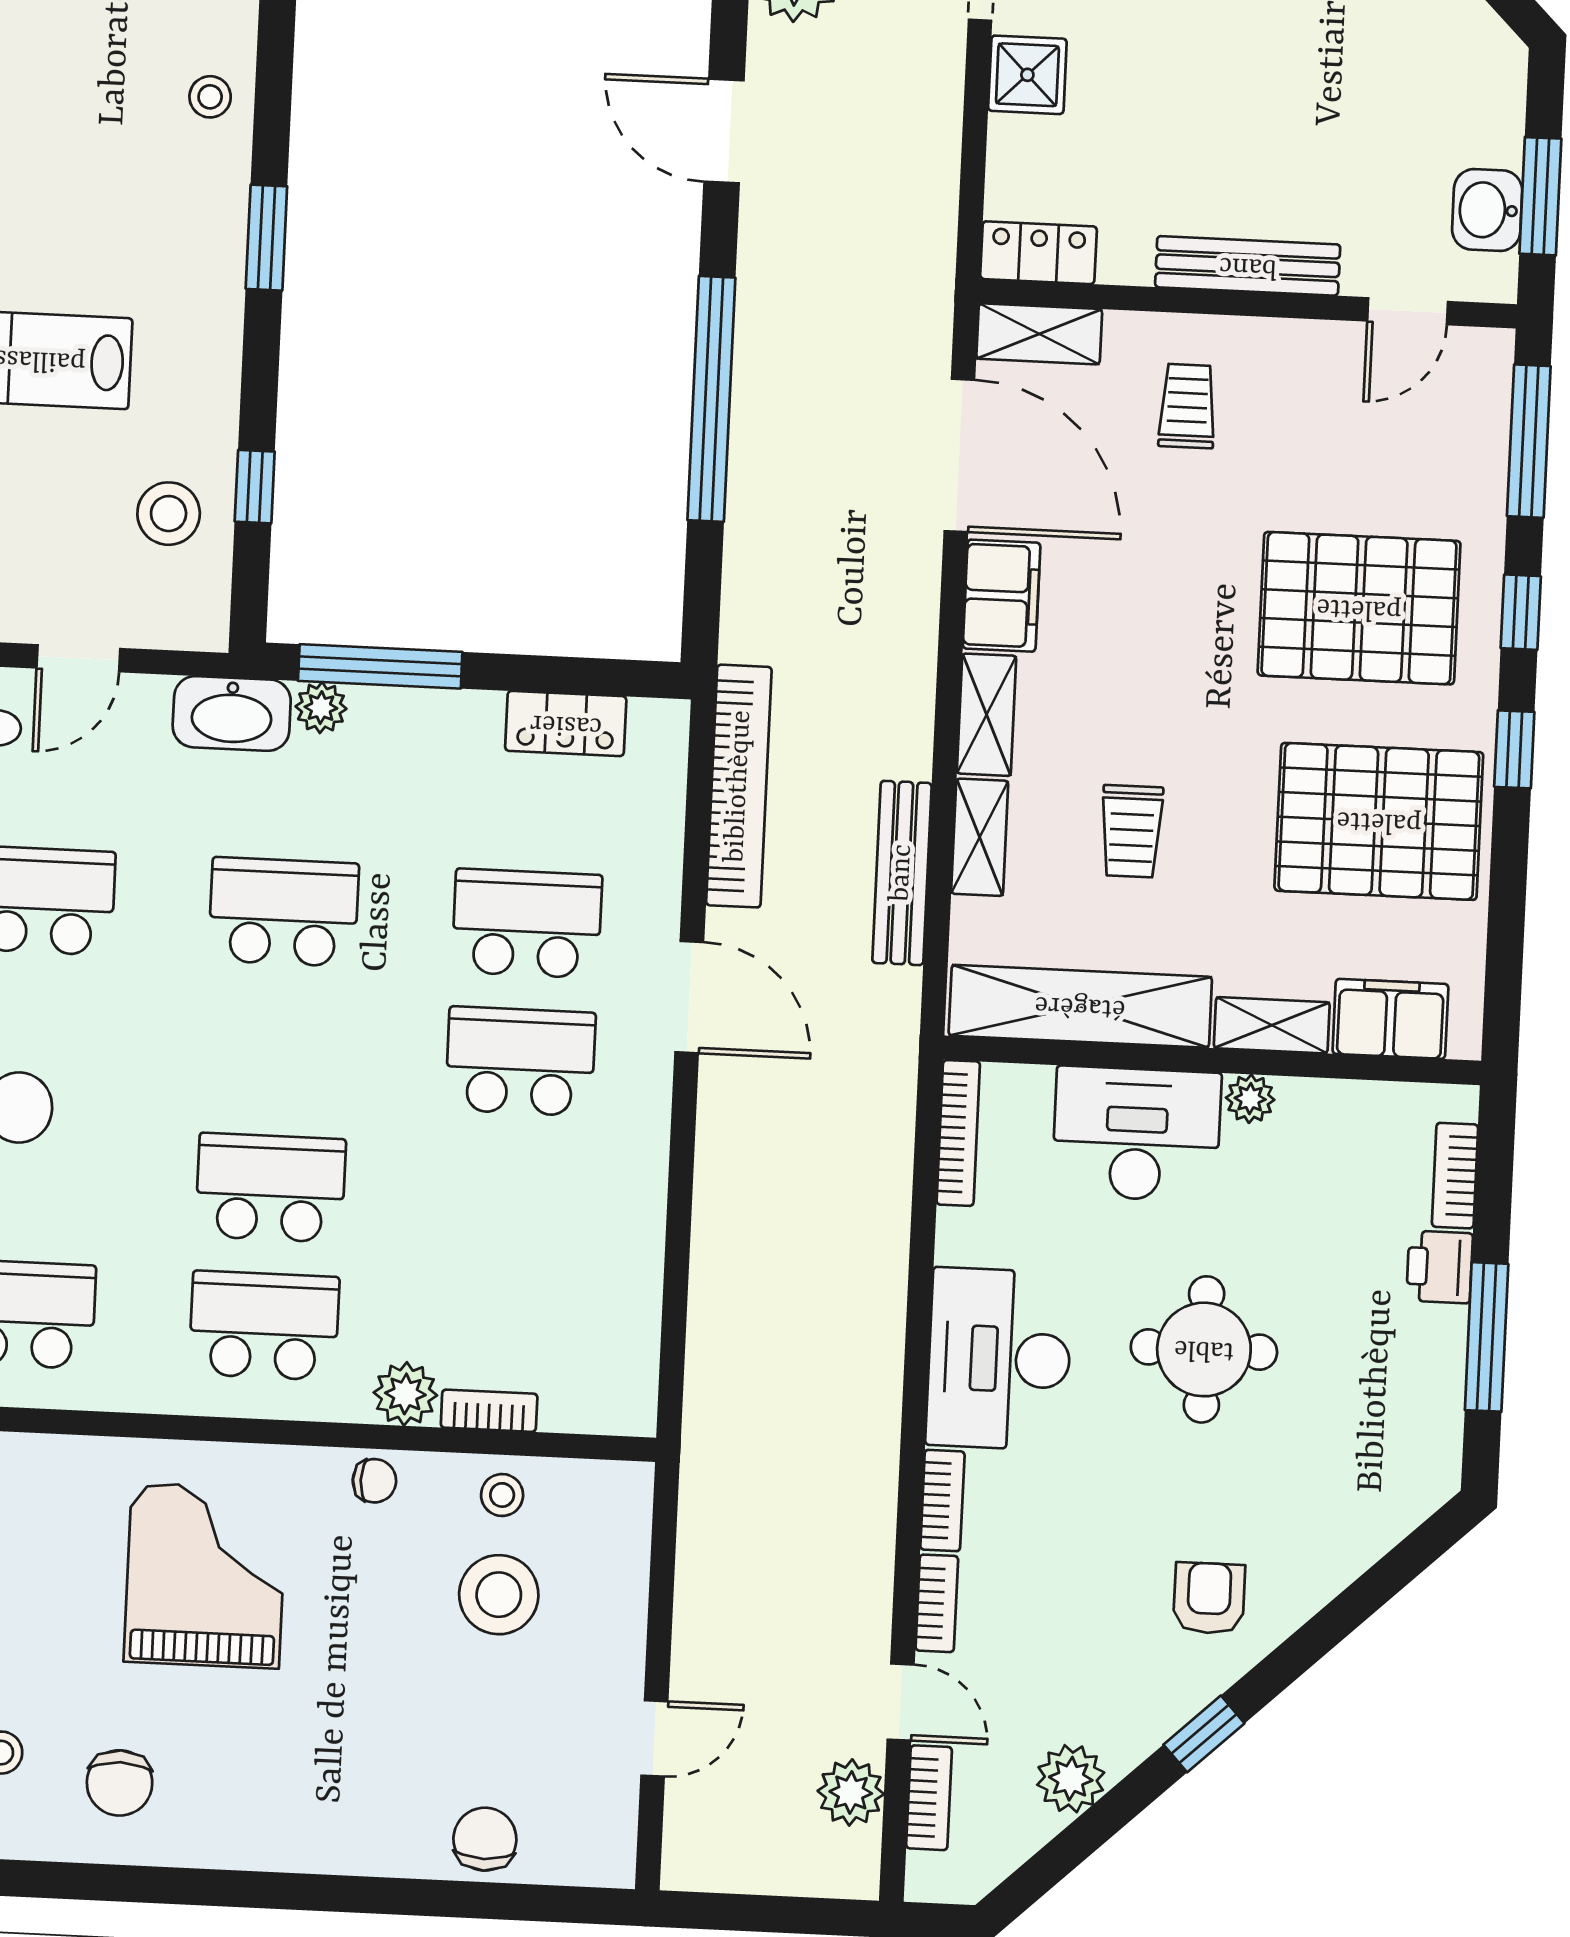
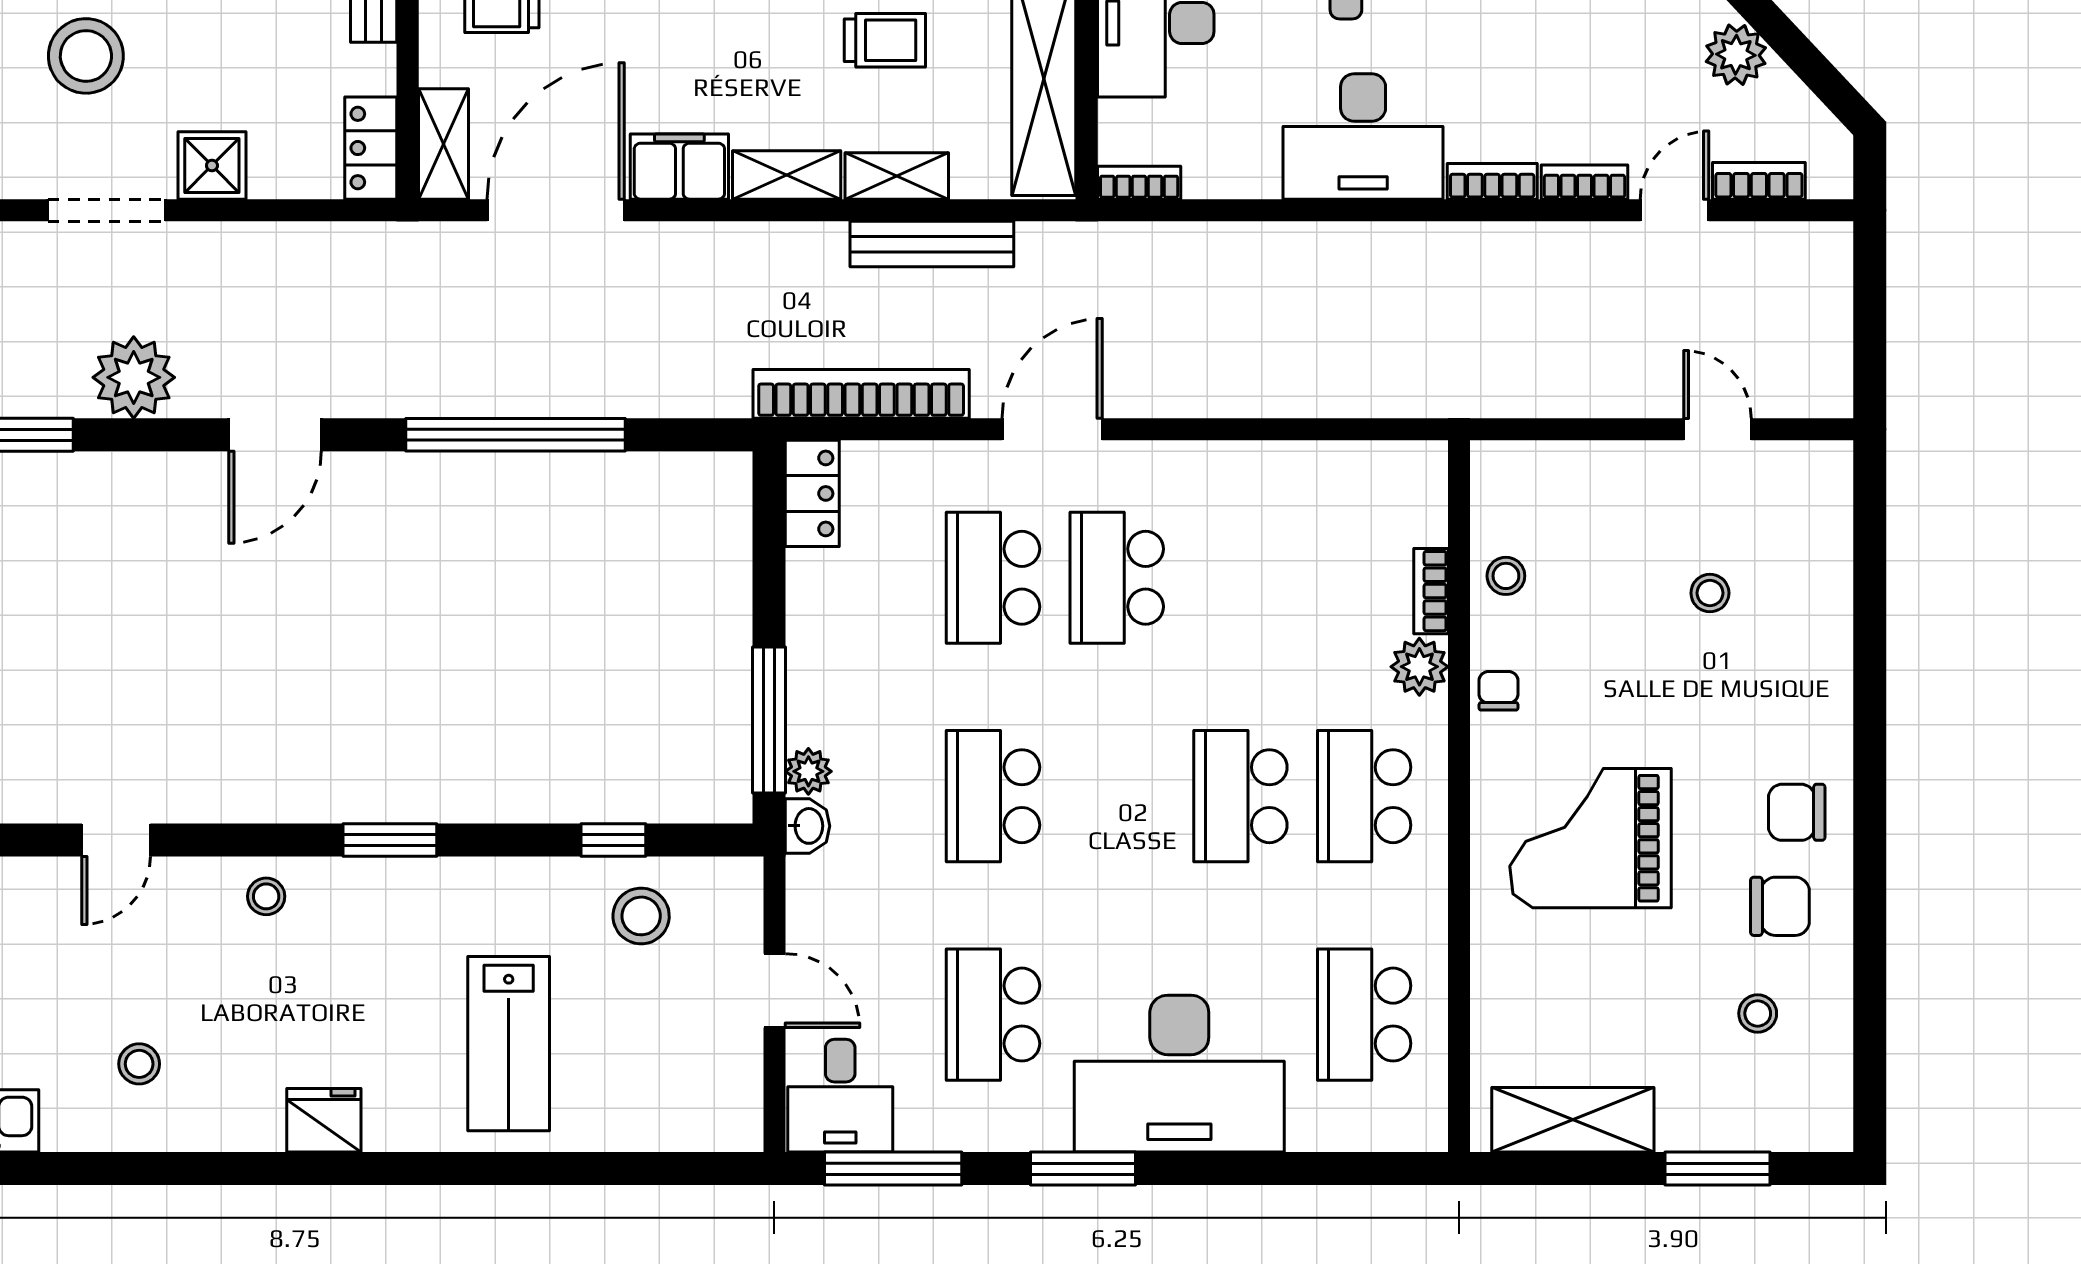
washbasin: (232, 713) -> (808, 826), width x0.52, depth x0.69
locker: (566, 724) -> (812, 493), moved
bookcase: (958, 1133) -> (1139, 183), width x0.64
stool: (499, 1595) -> (1710, 593), moved, width x0.53, depth x0.53
plant: (851, 1792) -> (1758, 251), removed
chair: (485, 1839) -> (1797, 812), moved

